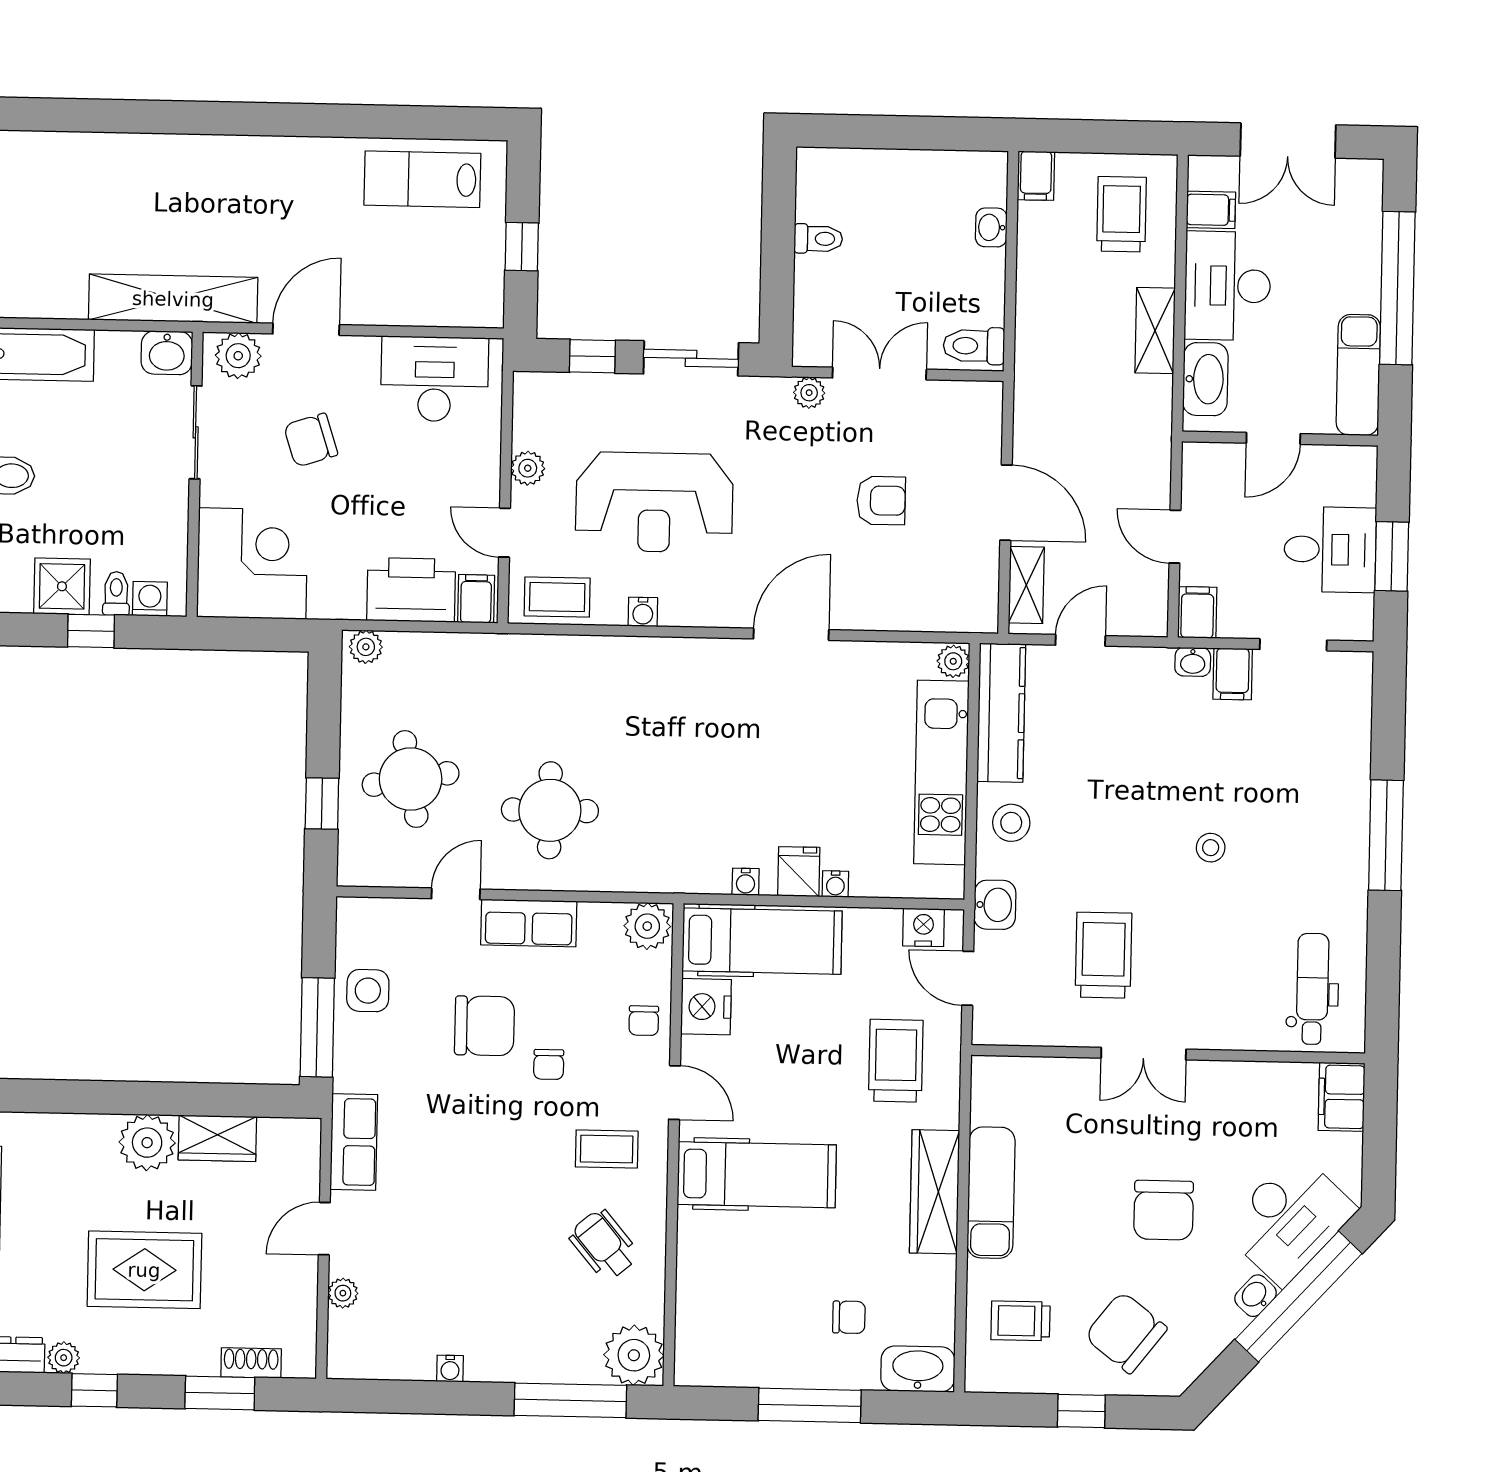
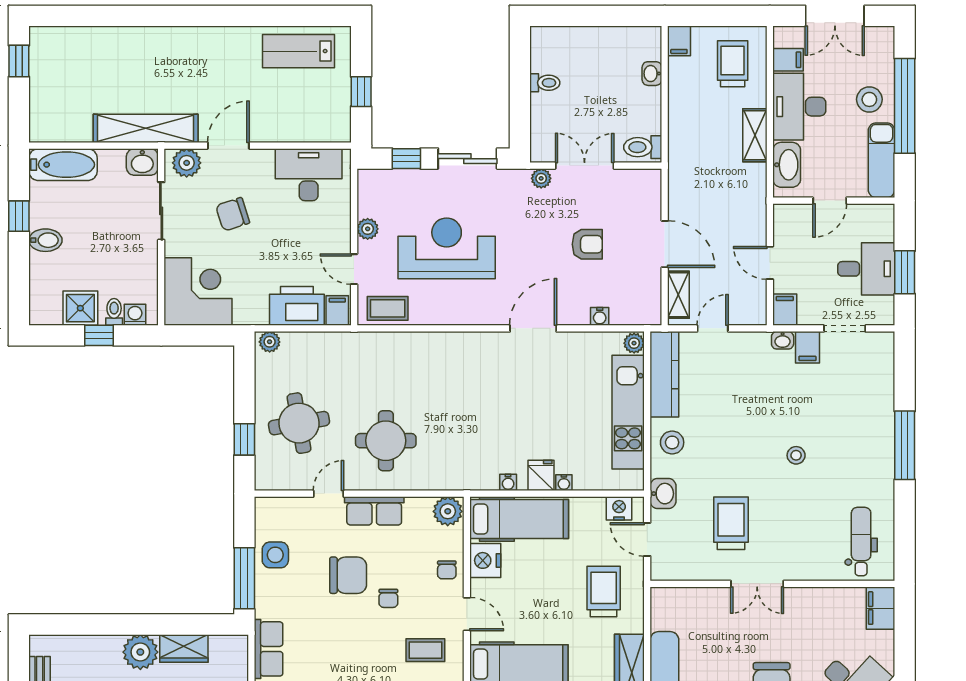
stool: (1341, 277) -> (869, 99), added
reception desk: (654, 502) -> (447, 248), turned 180
water cooler: (643, 612) -> (600, 316), moved

